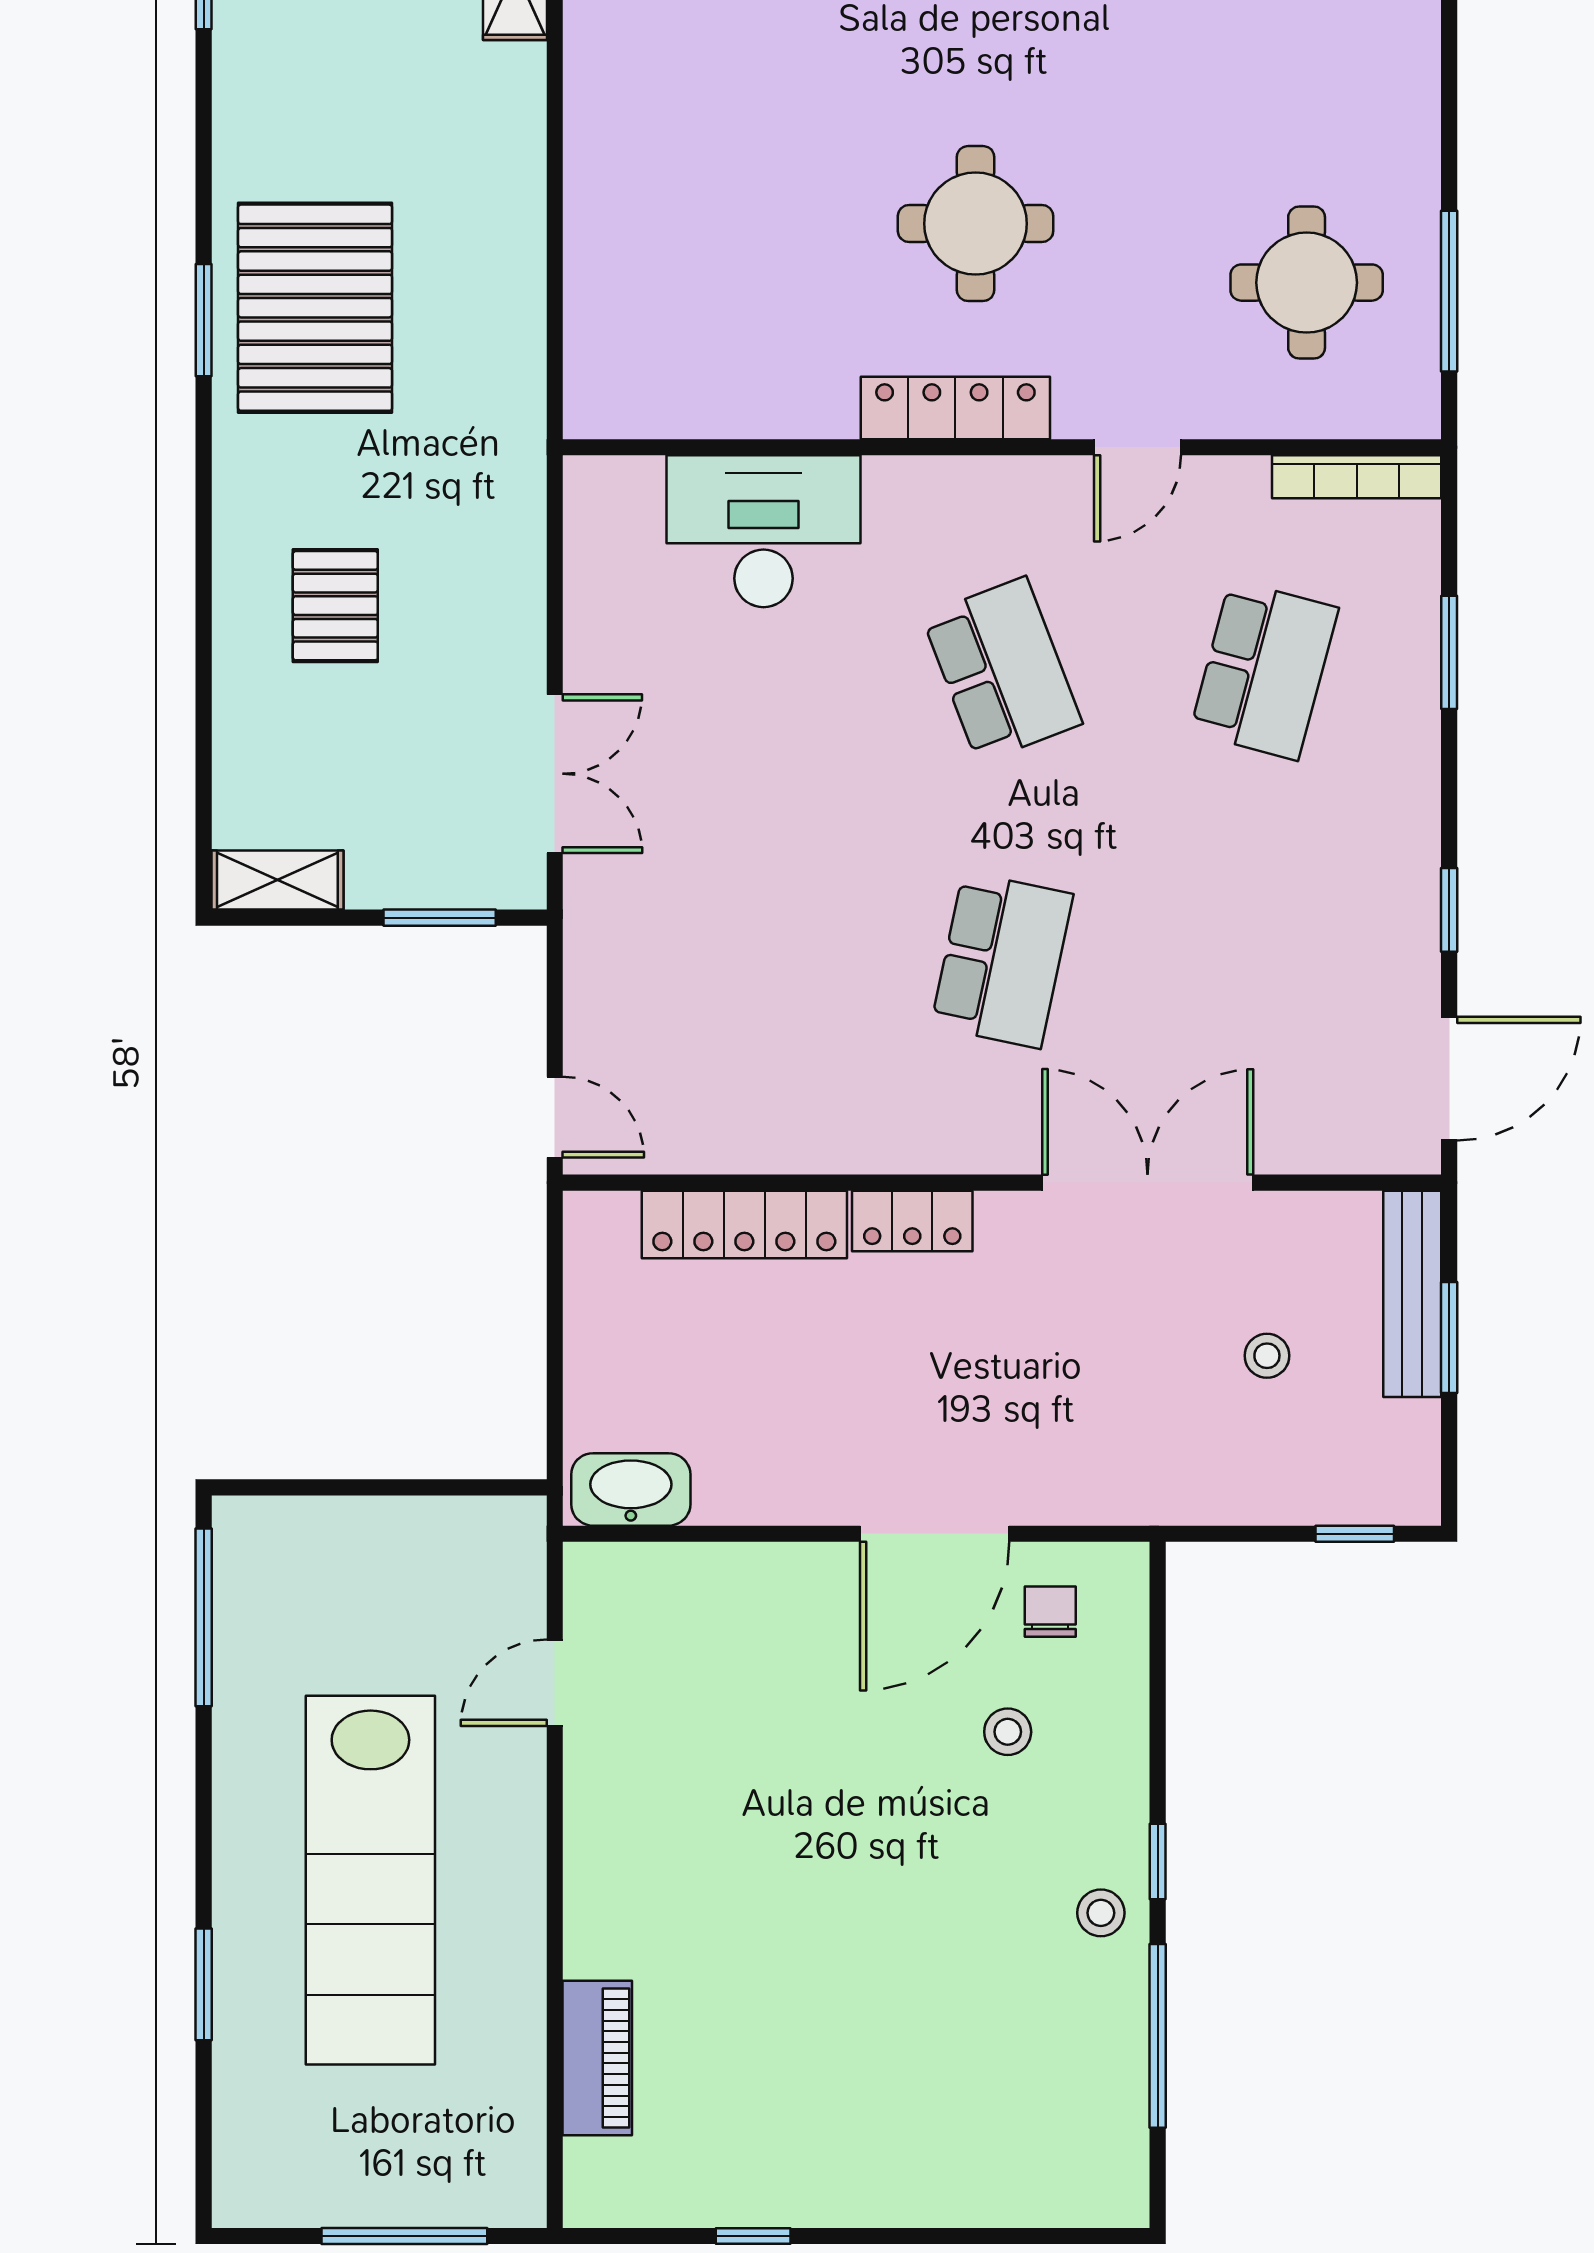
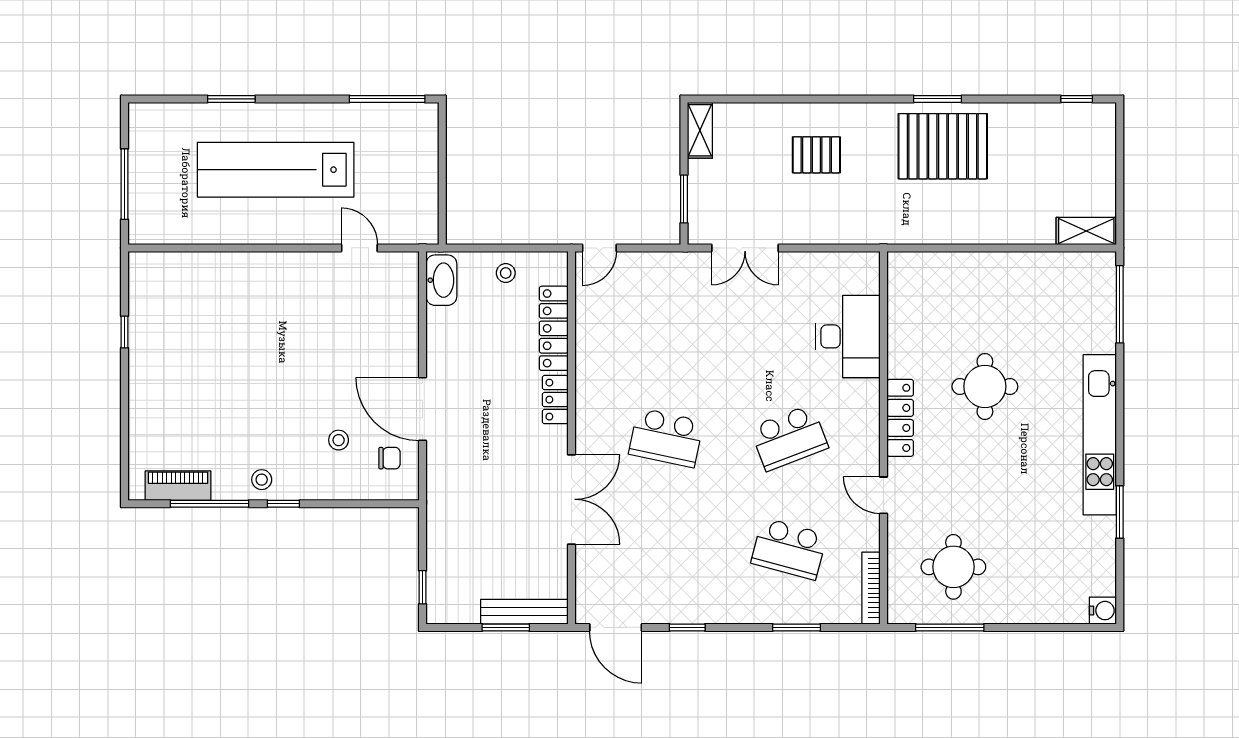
round table: (976, 224) -> (985, 386), moved
stool: (1267, 1356) -> (506, 273), moved
piano: (597, 2058) -> (178, 486), moved, turned 180

